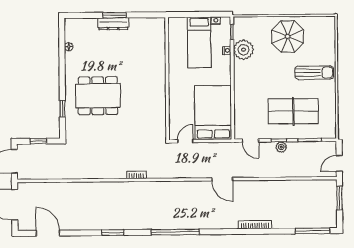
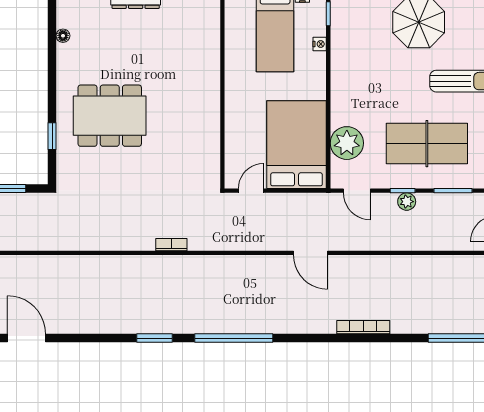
plant: (244, 50) -> (347, 143), moved
window: (113, 233) -> (154, 338), moved

